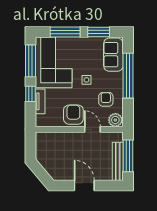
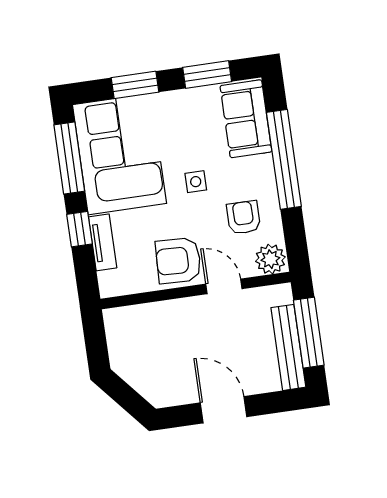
window: (65, 32) -> (135, 85), width x0.69
armchair: (73, 115) -> (178, 260), turned -88

